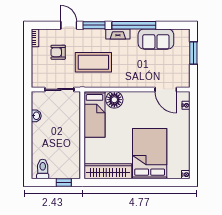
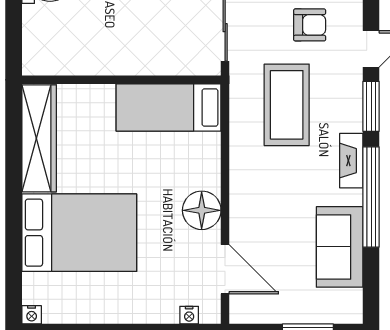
armchair: (58, 52) -> (310, 25), turned 90
door: (166, 89) -> (225, 269), swing flipped
floor lamp: (114, 100) -> (202, 210), moved
window: (64, 183) -> (14, 37), removed

